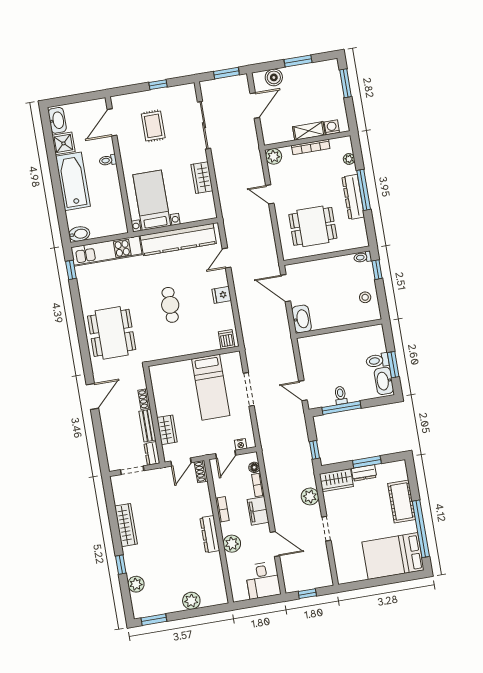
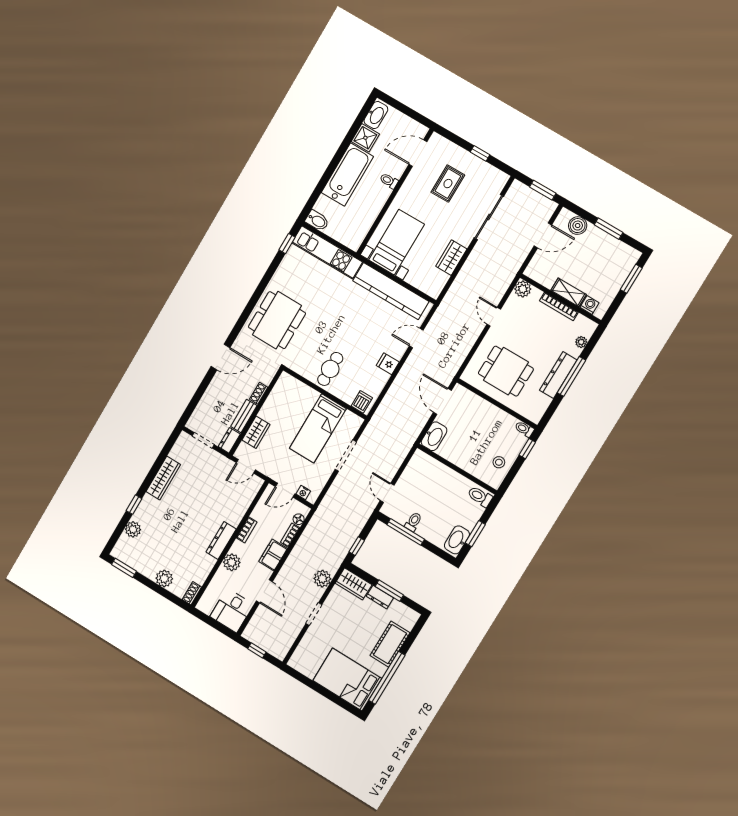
cafe table: (170, 305) -> (330, 369), moved
toilet: (377, 360) -> (480, 497), moved
shoe rack: (201, 472) -> (192, 593), moved

